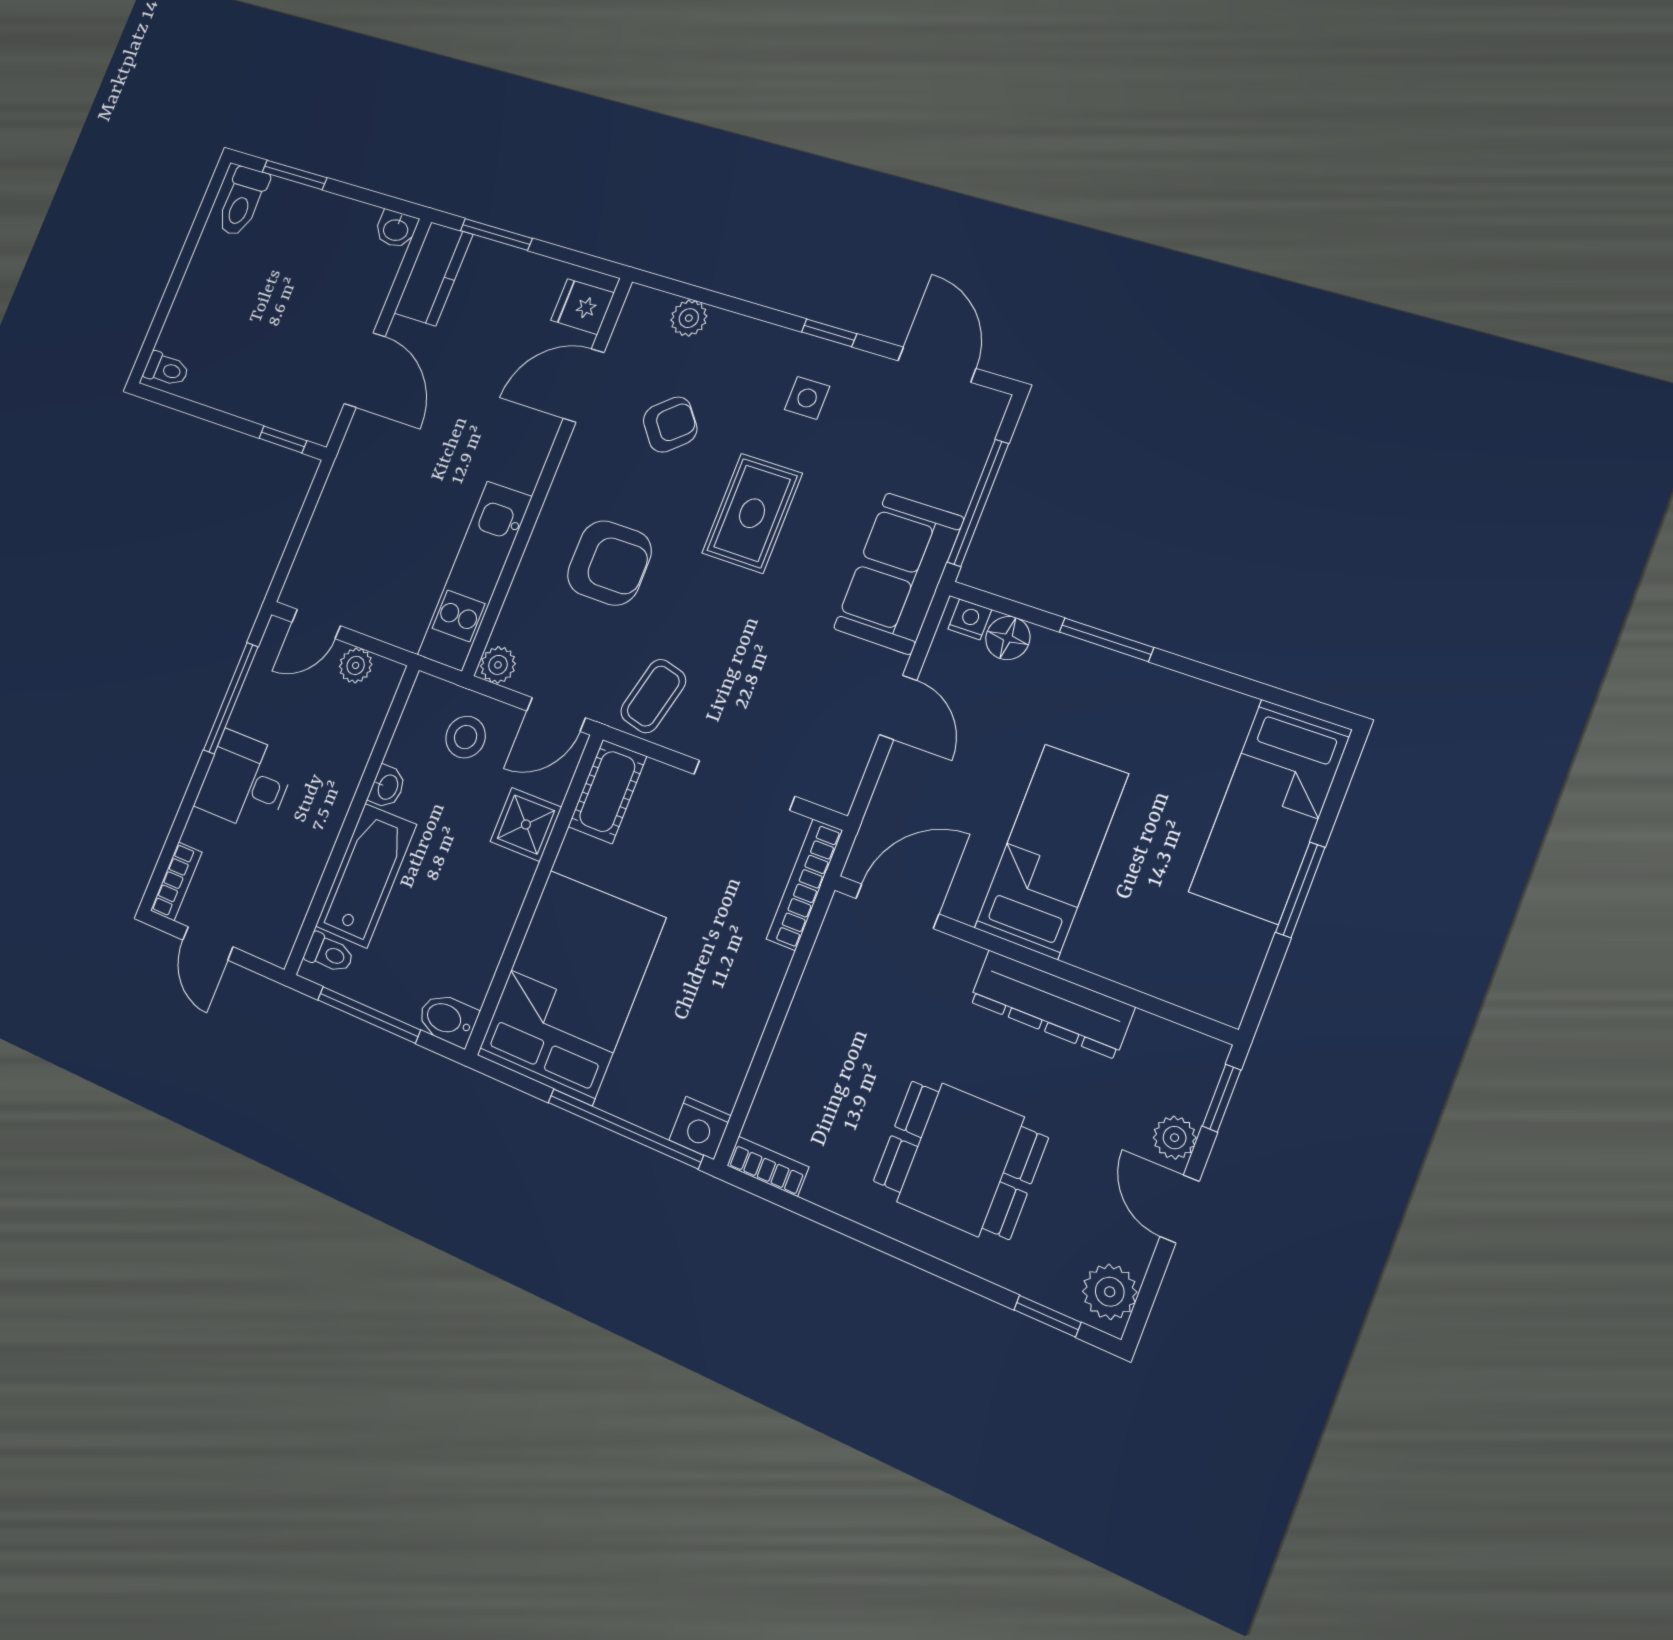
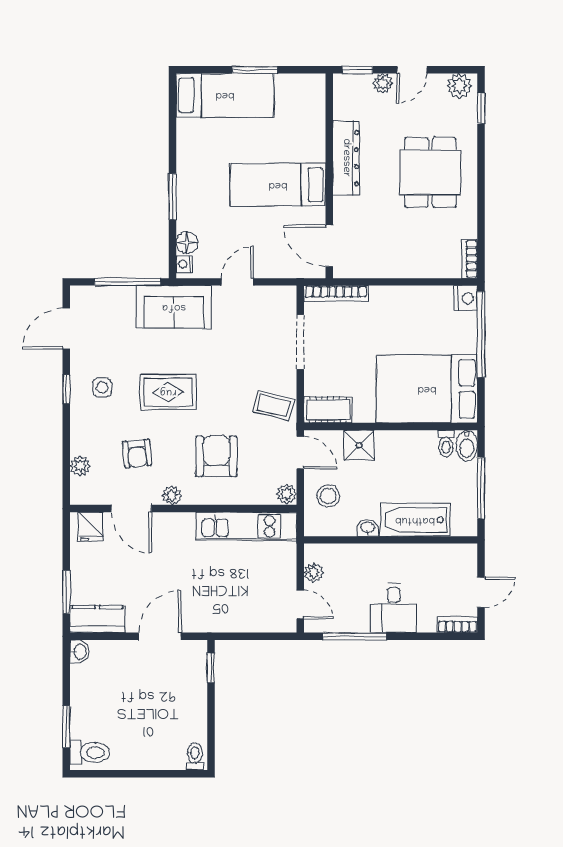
armchair: (670, 425) -> (137, 453), turned -146
plant: (577, 463) -> (172, 495), added
toilet: (329, 953) -> (446, 444), moved, turned 180

